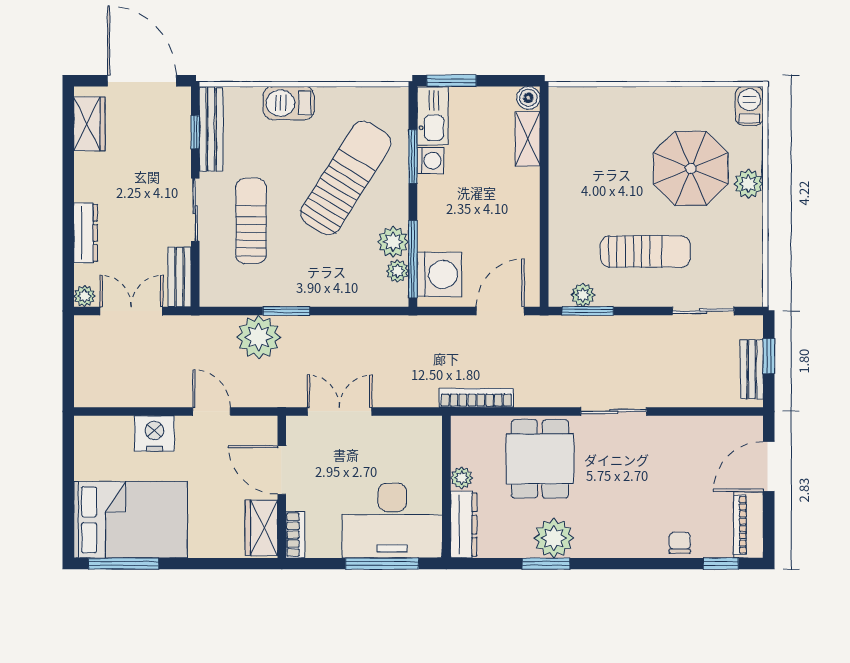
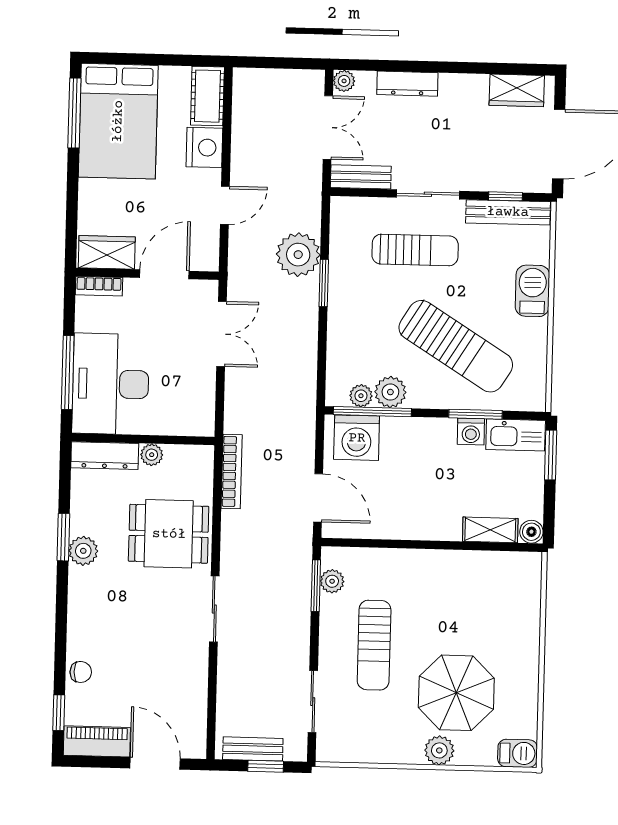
cot: (103, 432) -> (207, 96), added
plant: (554, 538) -> (83, 551), width x0.73, depth x0.73

